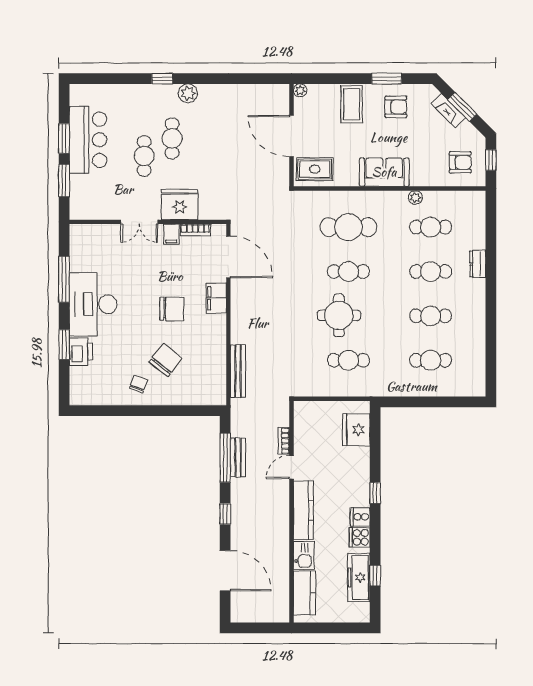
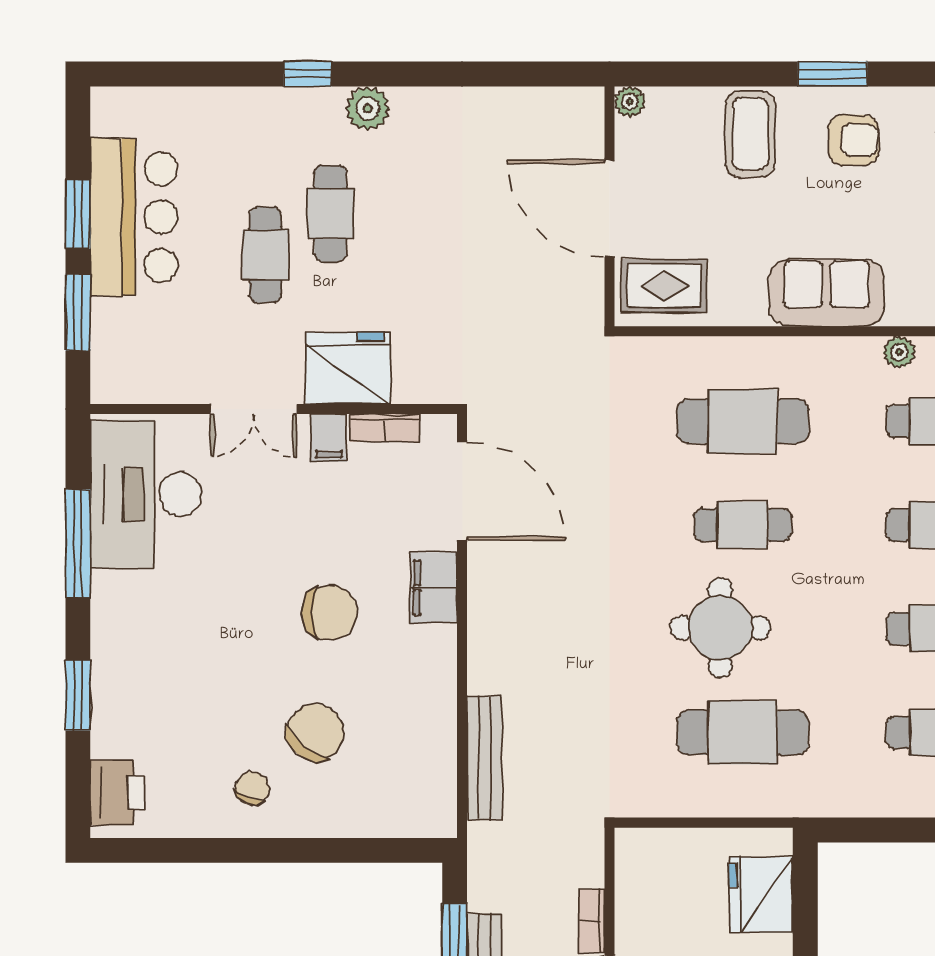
desk: (93, 304) -> (146, 494), moved
printer: (81, 351) -> (117, 792), moved
cafe table: (348, 360) -> (743, 733), width x1.37, depth x1.35

